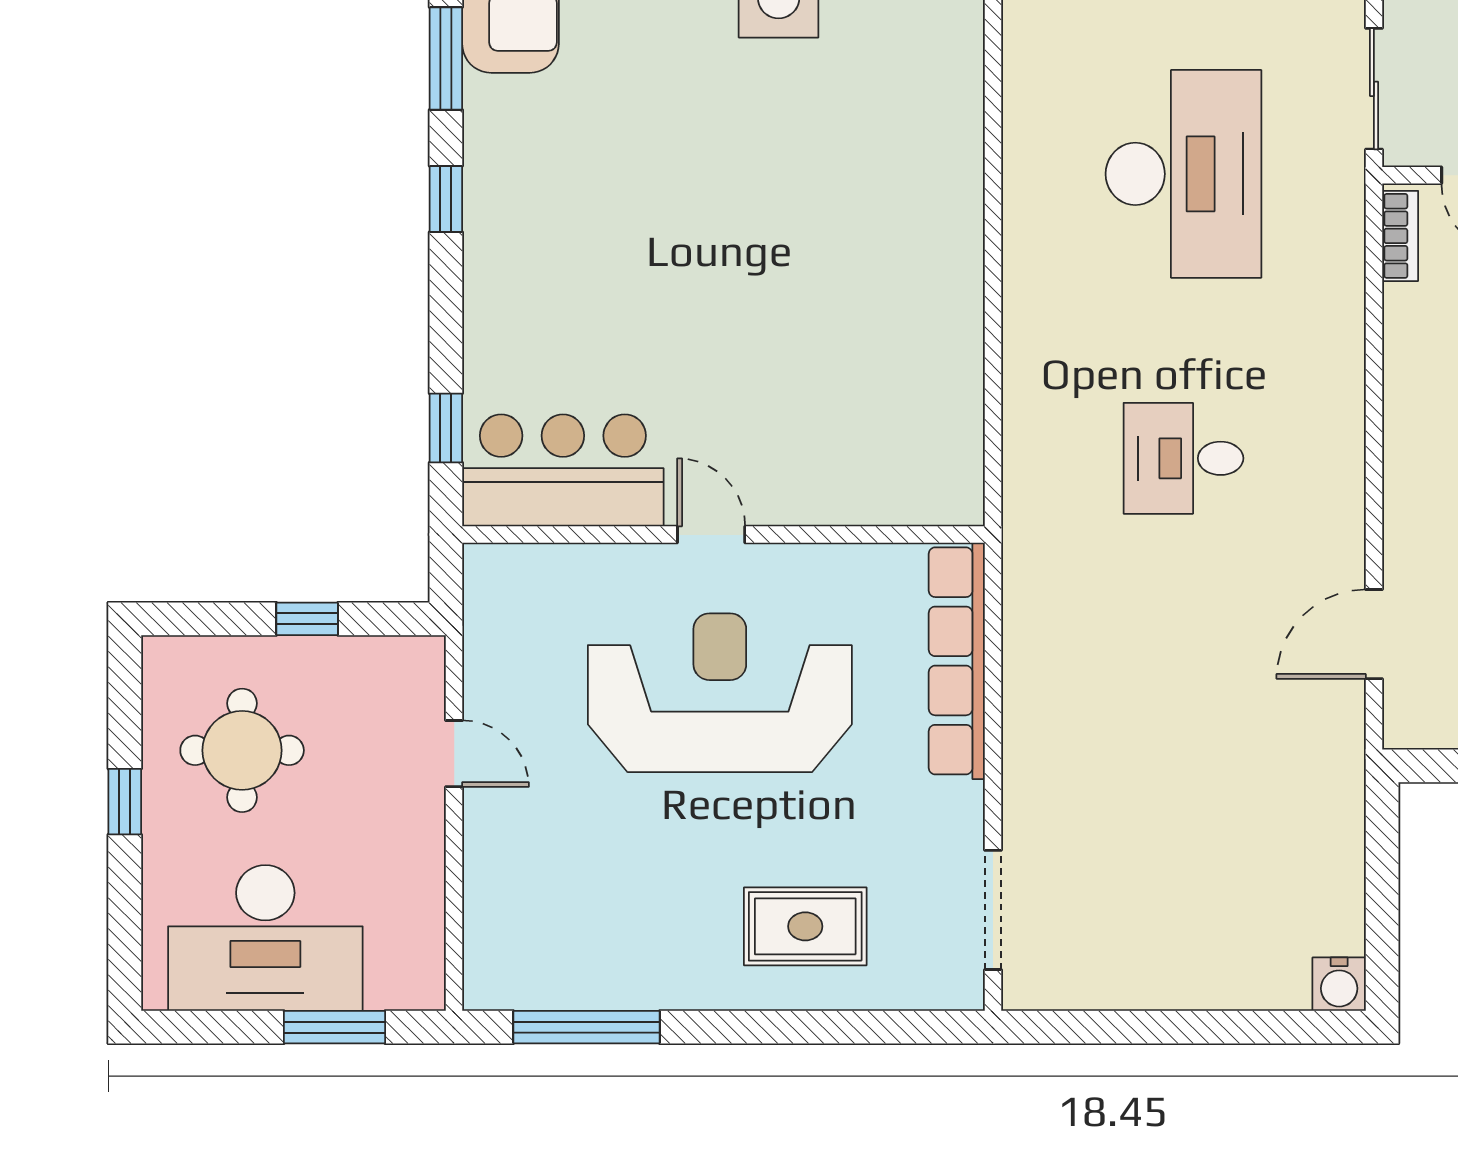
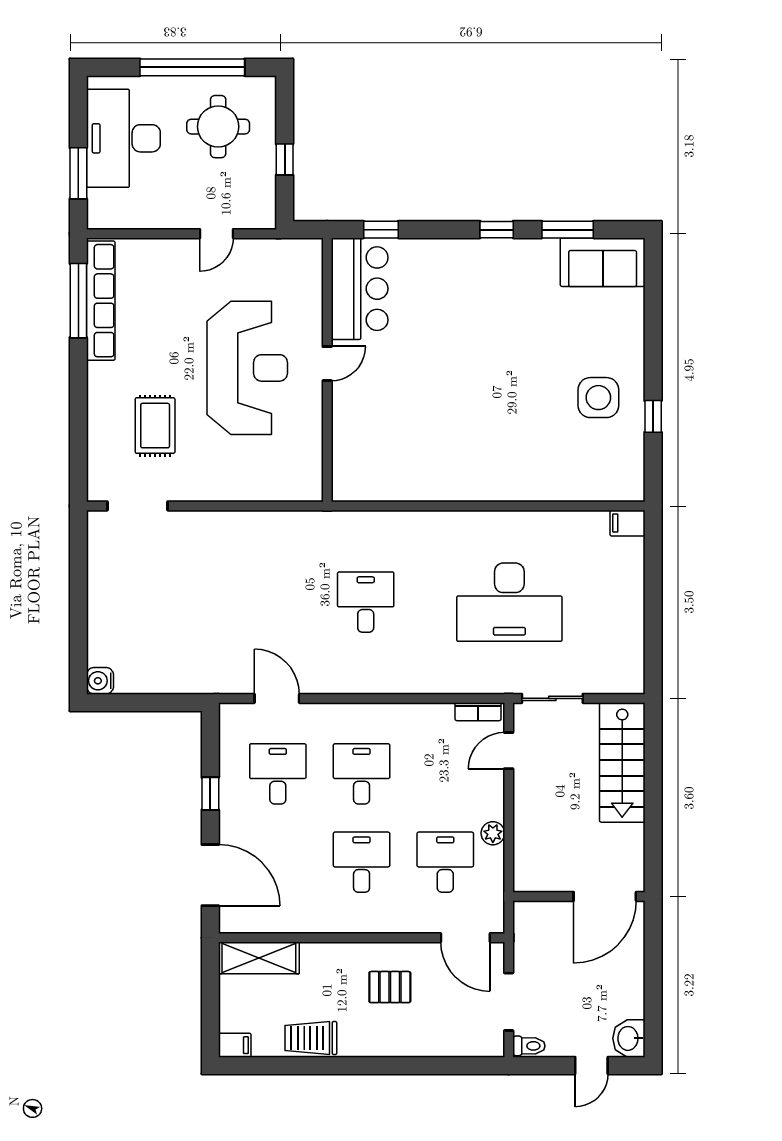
row of seats: (957, 661) -> (101, 301), moved, turned 90
window: (125, 802) -> (192, 67), width x3.17
rug: (805, 926) -> (155, 426), moved

